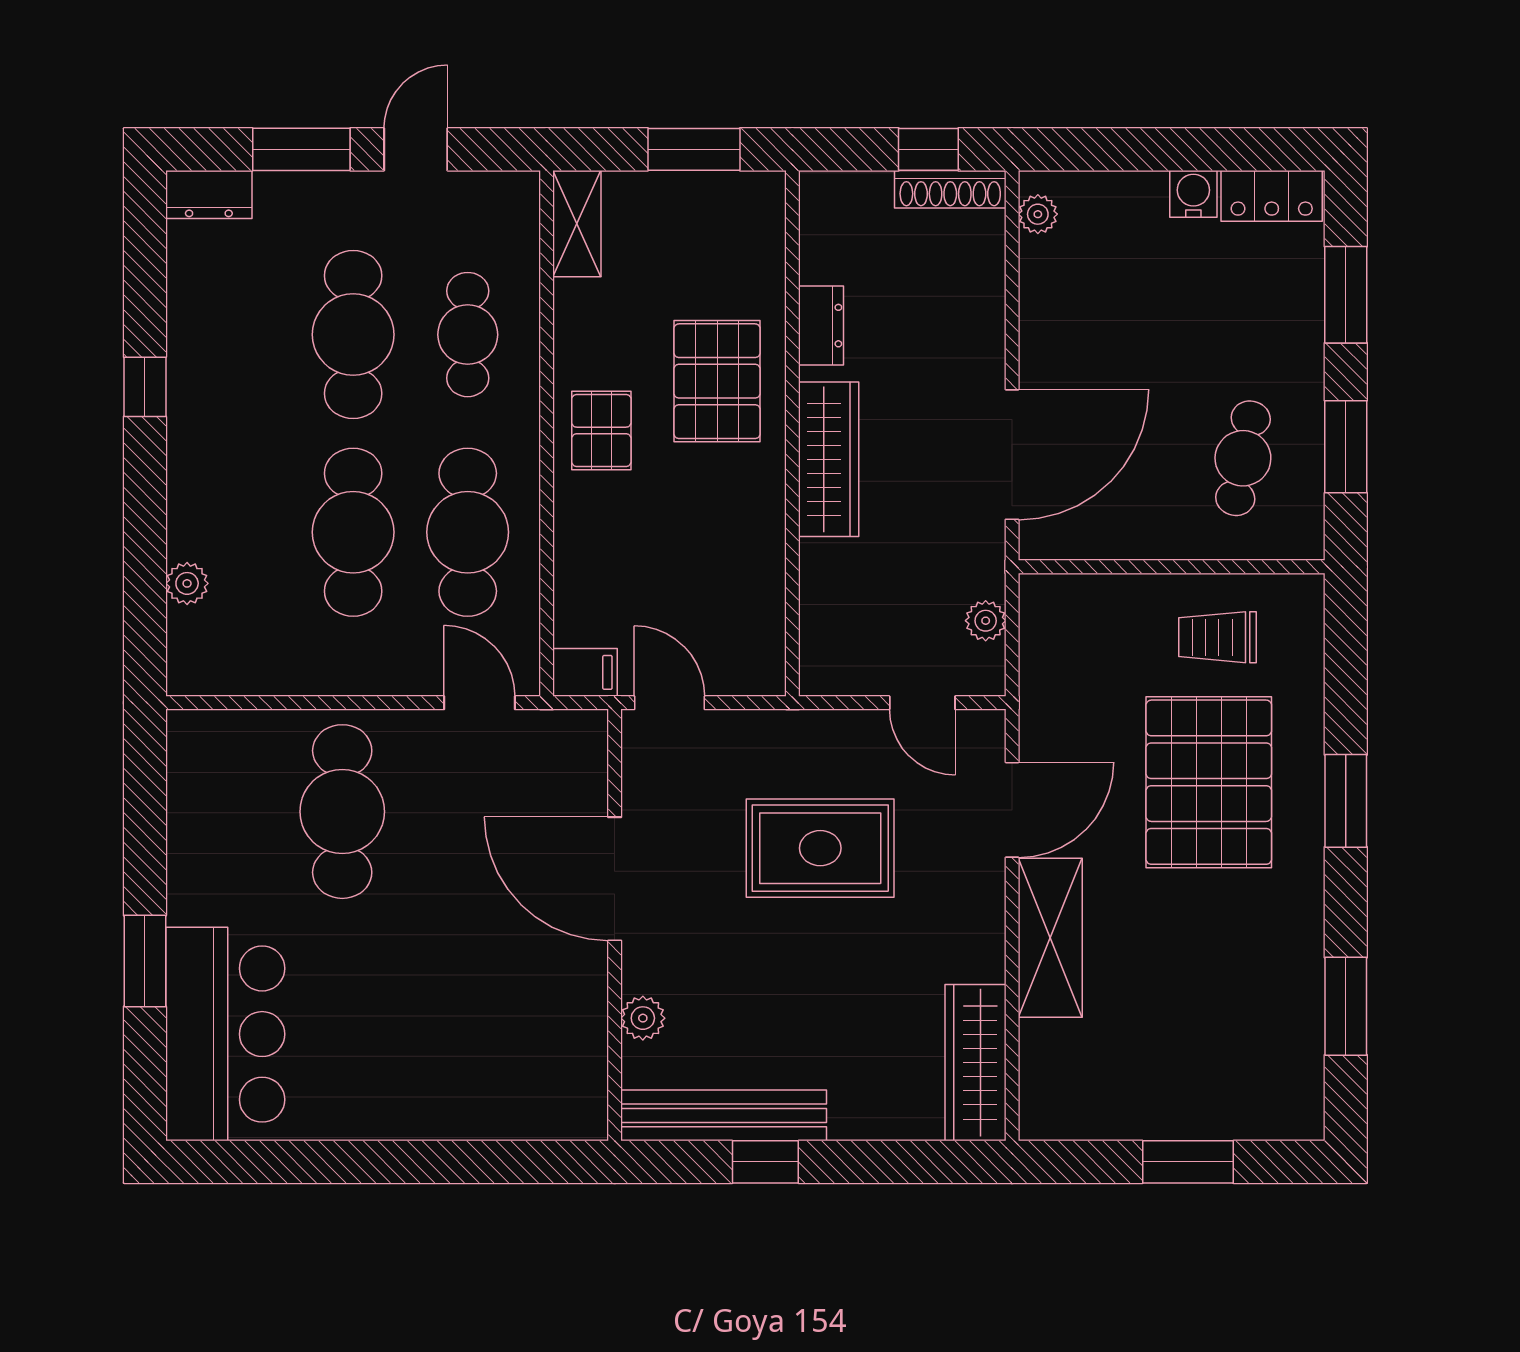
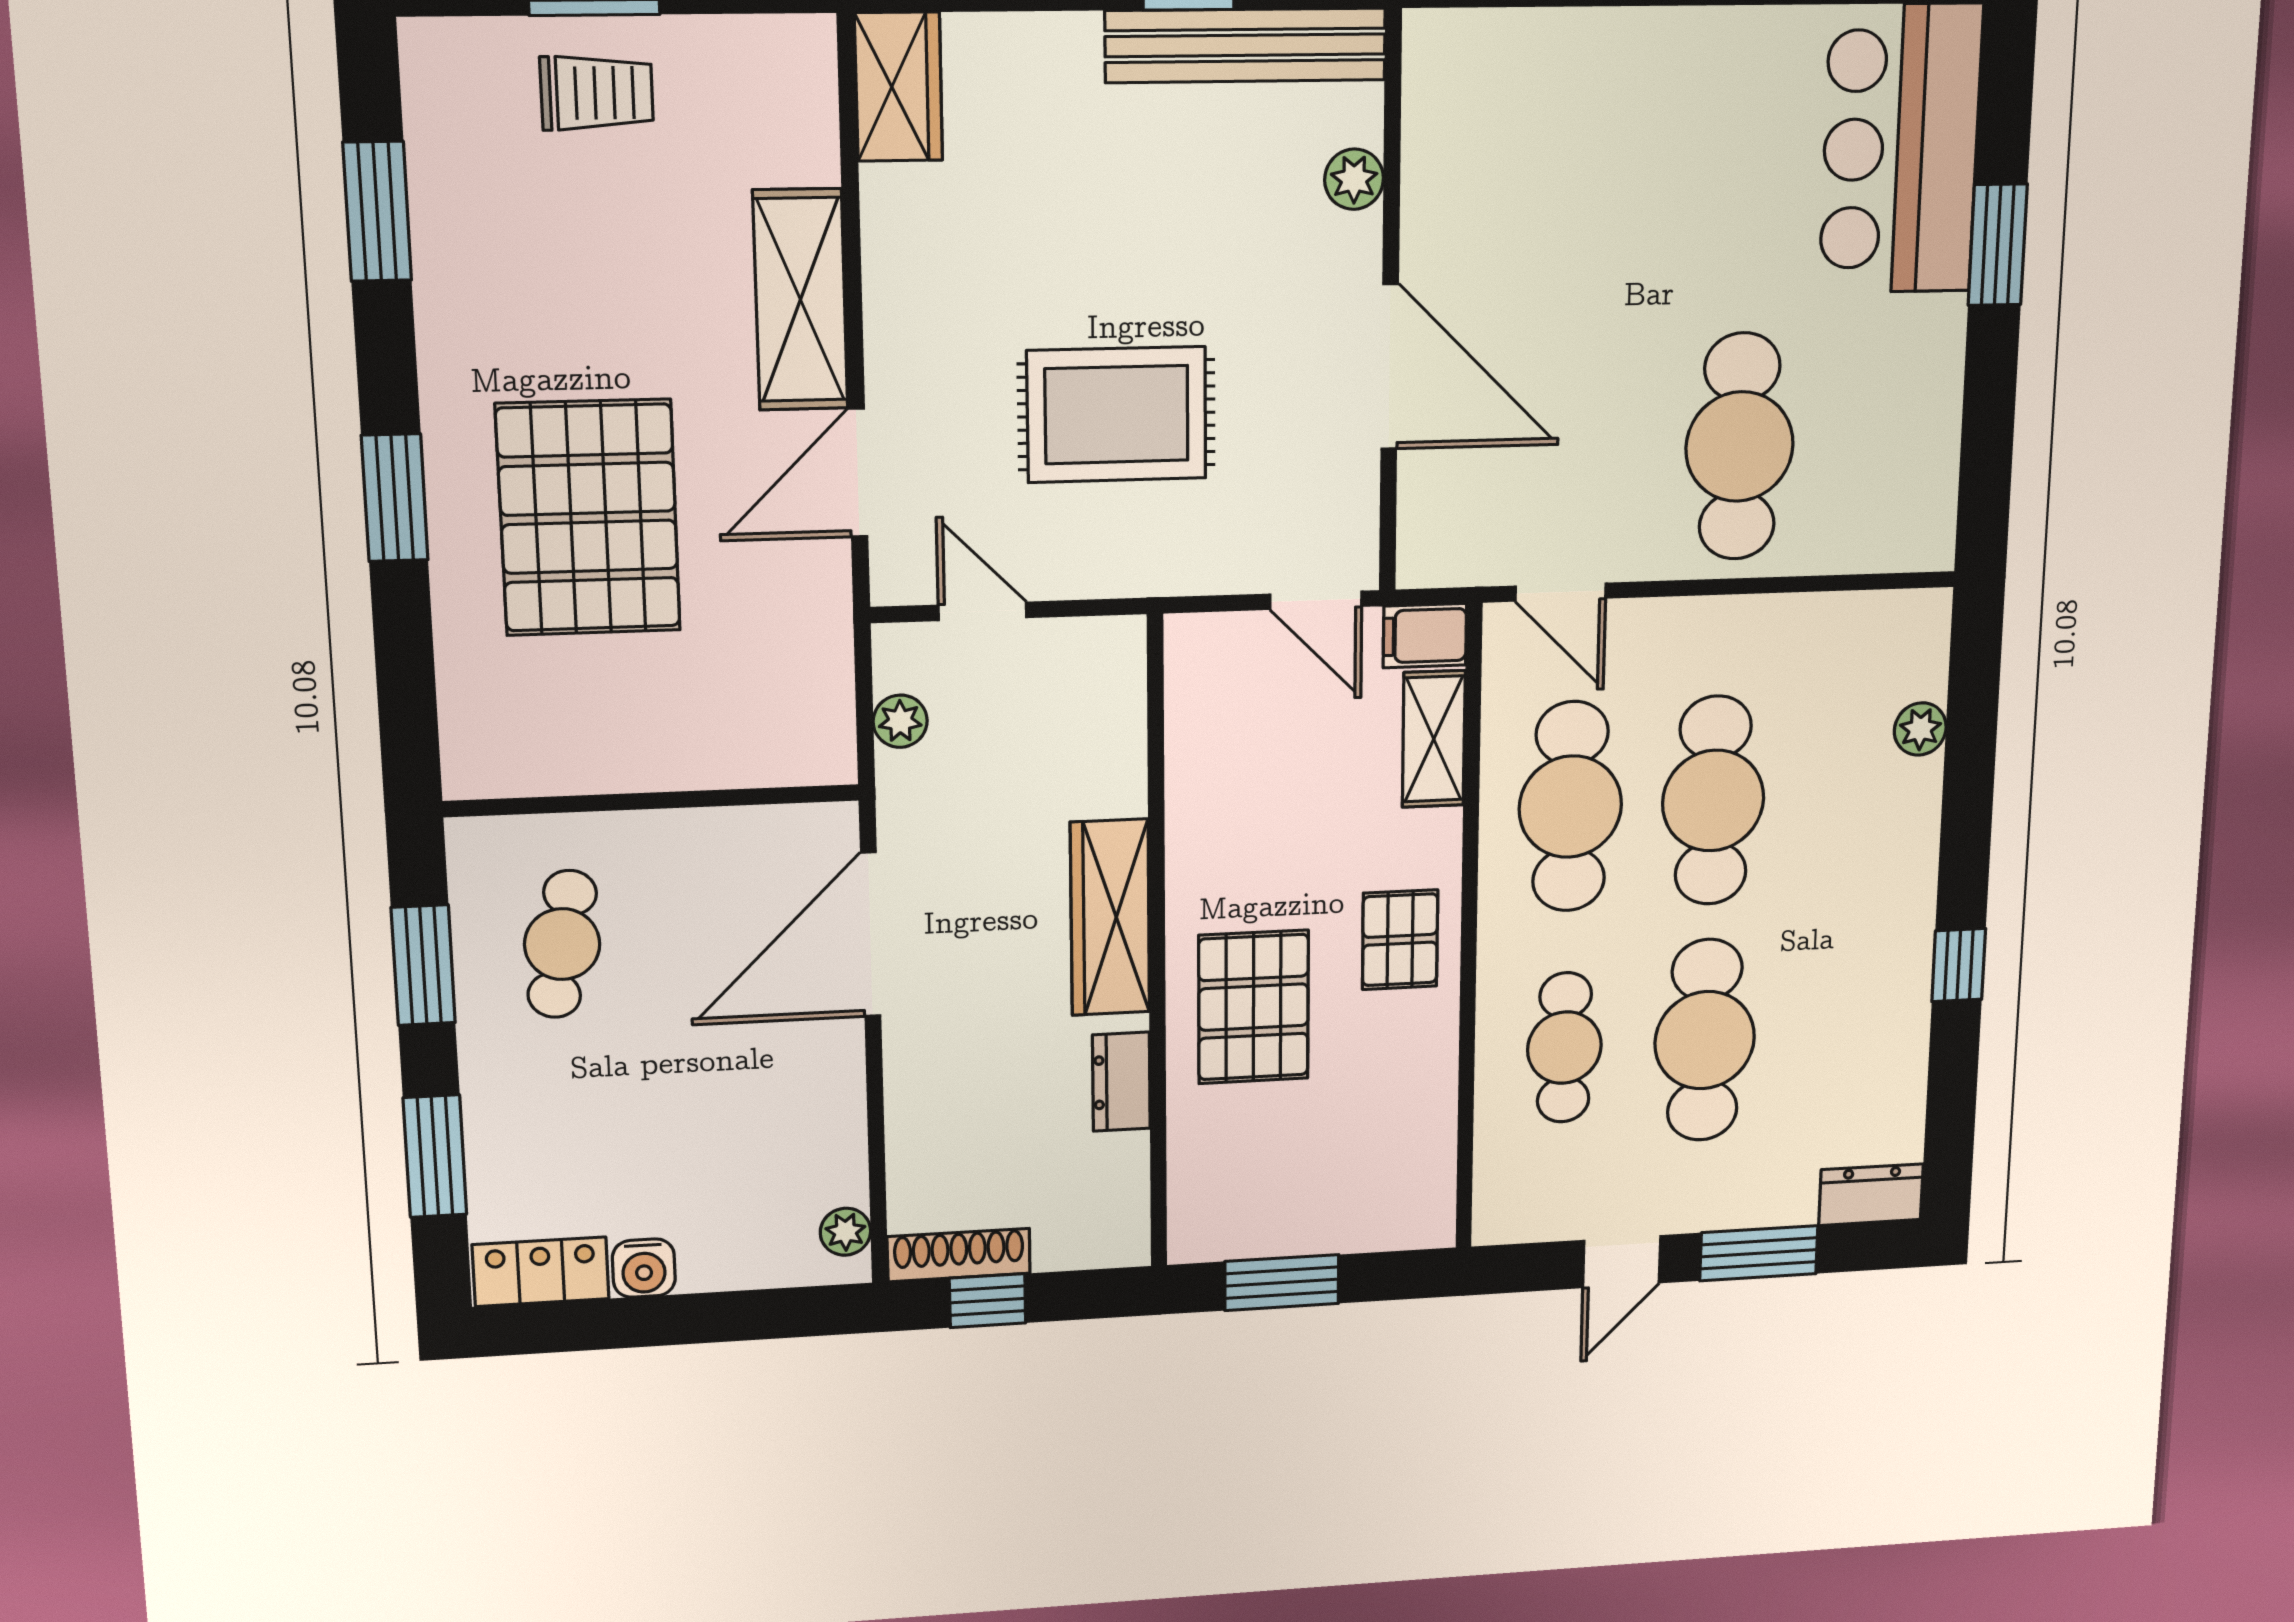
shelving: (577, 224) -> (1434, 739), moved
trolley: (1217, 637) -> (597, 93), moved
wardrobe: (976, 1063) -> (899, 87), width x0.67

